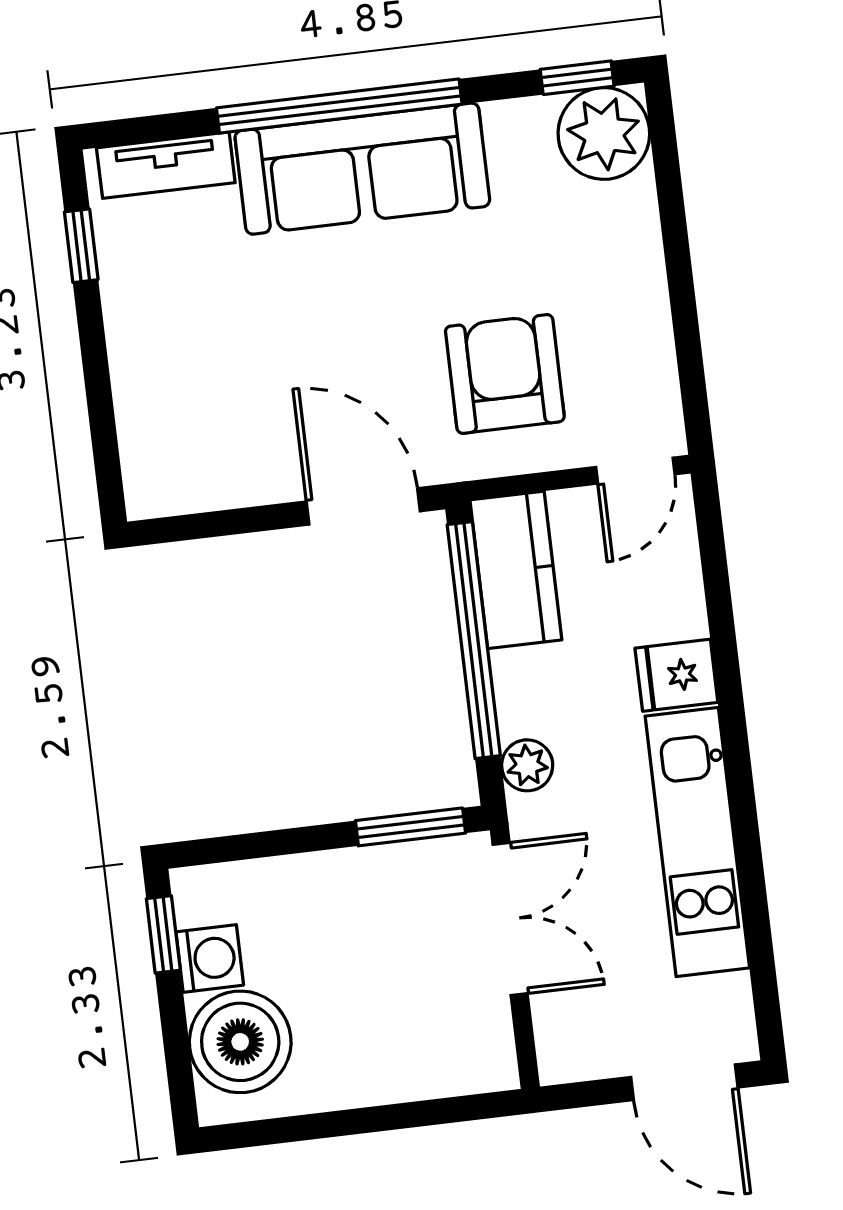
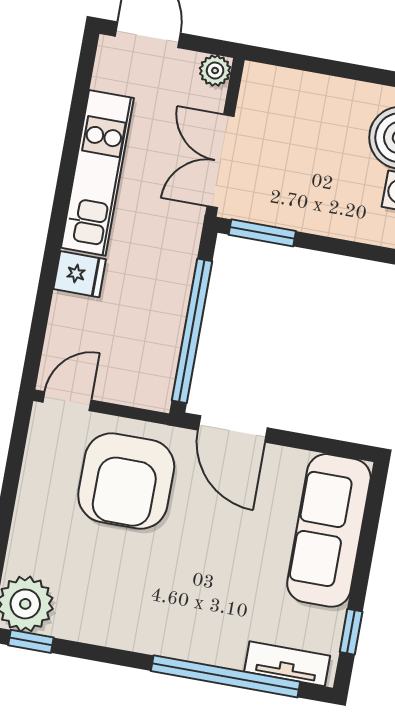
window: (339, 106) -> (225, 676), moved
sofa: (362, 169) -> (329, 530), moved, turned -90
armchair: (505, 374) -> (126, 481), width x1.36, depth x1.36
kitchen counter: (516, 570) -> (155, 364), removed
plant: (527, 765) -> (215, 71), moved

